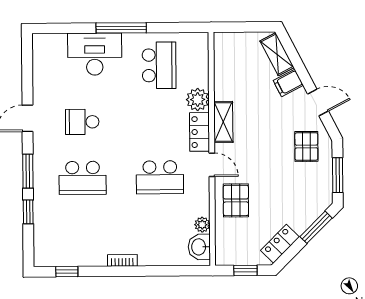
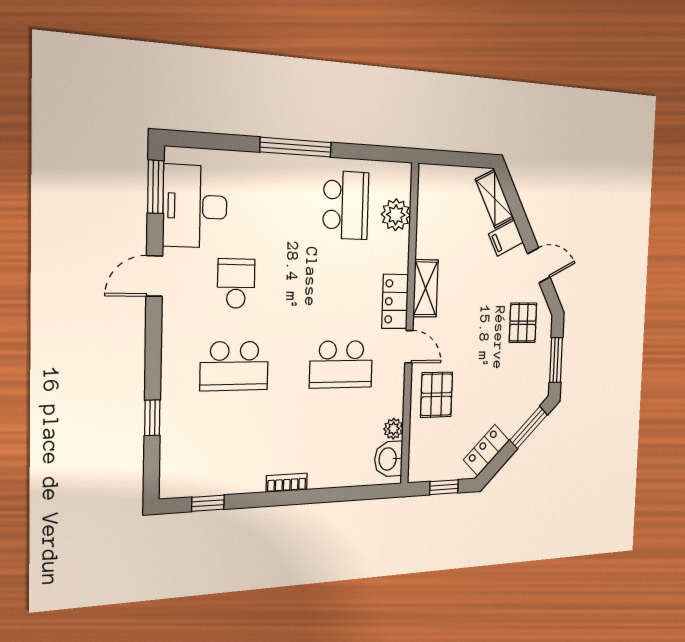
desk: (95, 54) -> (195, 206), moved, turned -90
plant: (198, 100) -> (396, 215), moved
school desk: (82, 122) -> (236, 283), turned 90
window: (28, 171) -> (156, 187), moved

